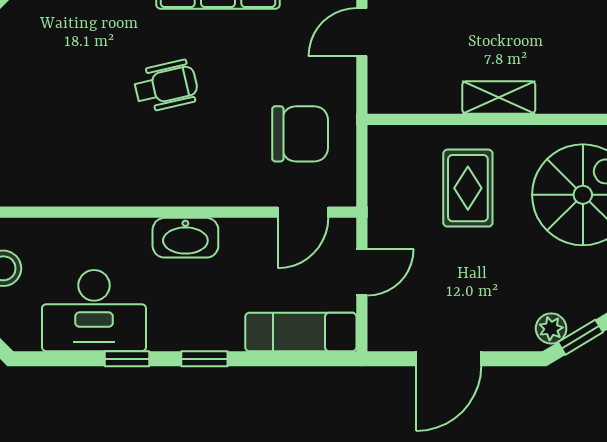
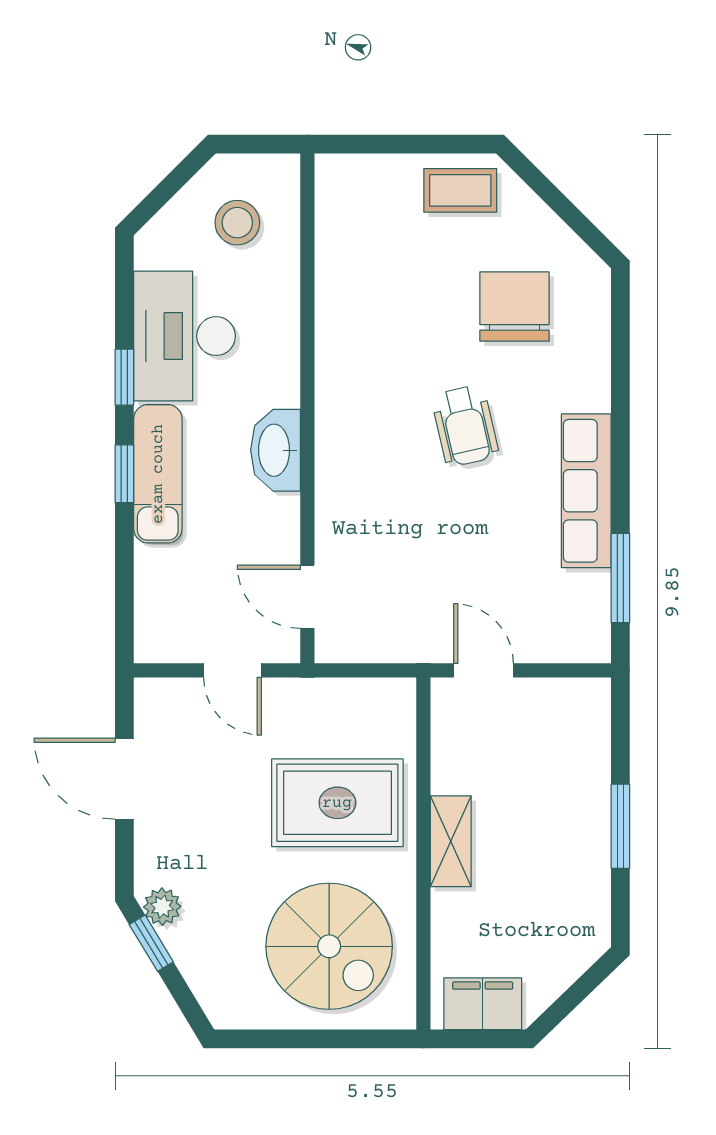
door: (362, 32) -> (484, 670), moved
chair: (300, 134) -> (515, 307), moved, turned 180
rug: (468, 188) -> (337, 803), width x1.36, depth x1.43
exam couch: (301, 332) -> (158, 474), moved

